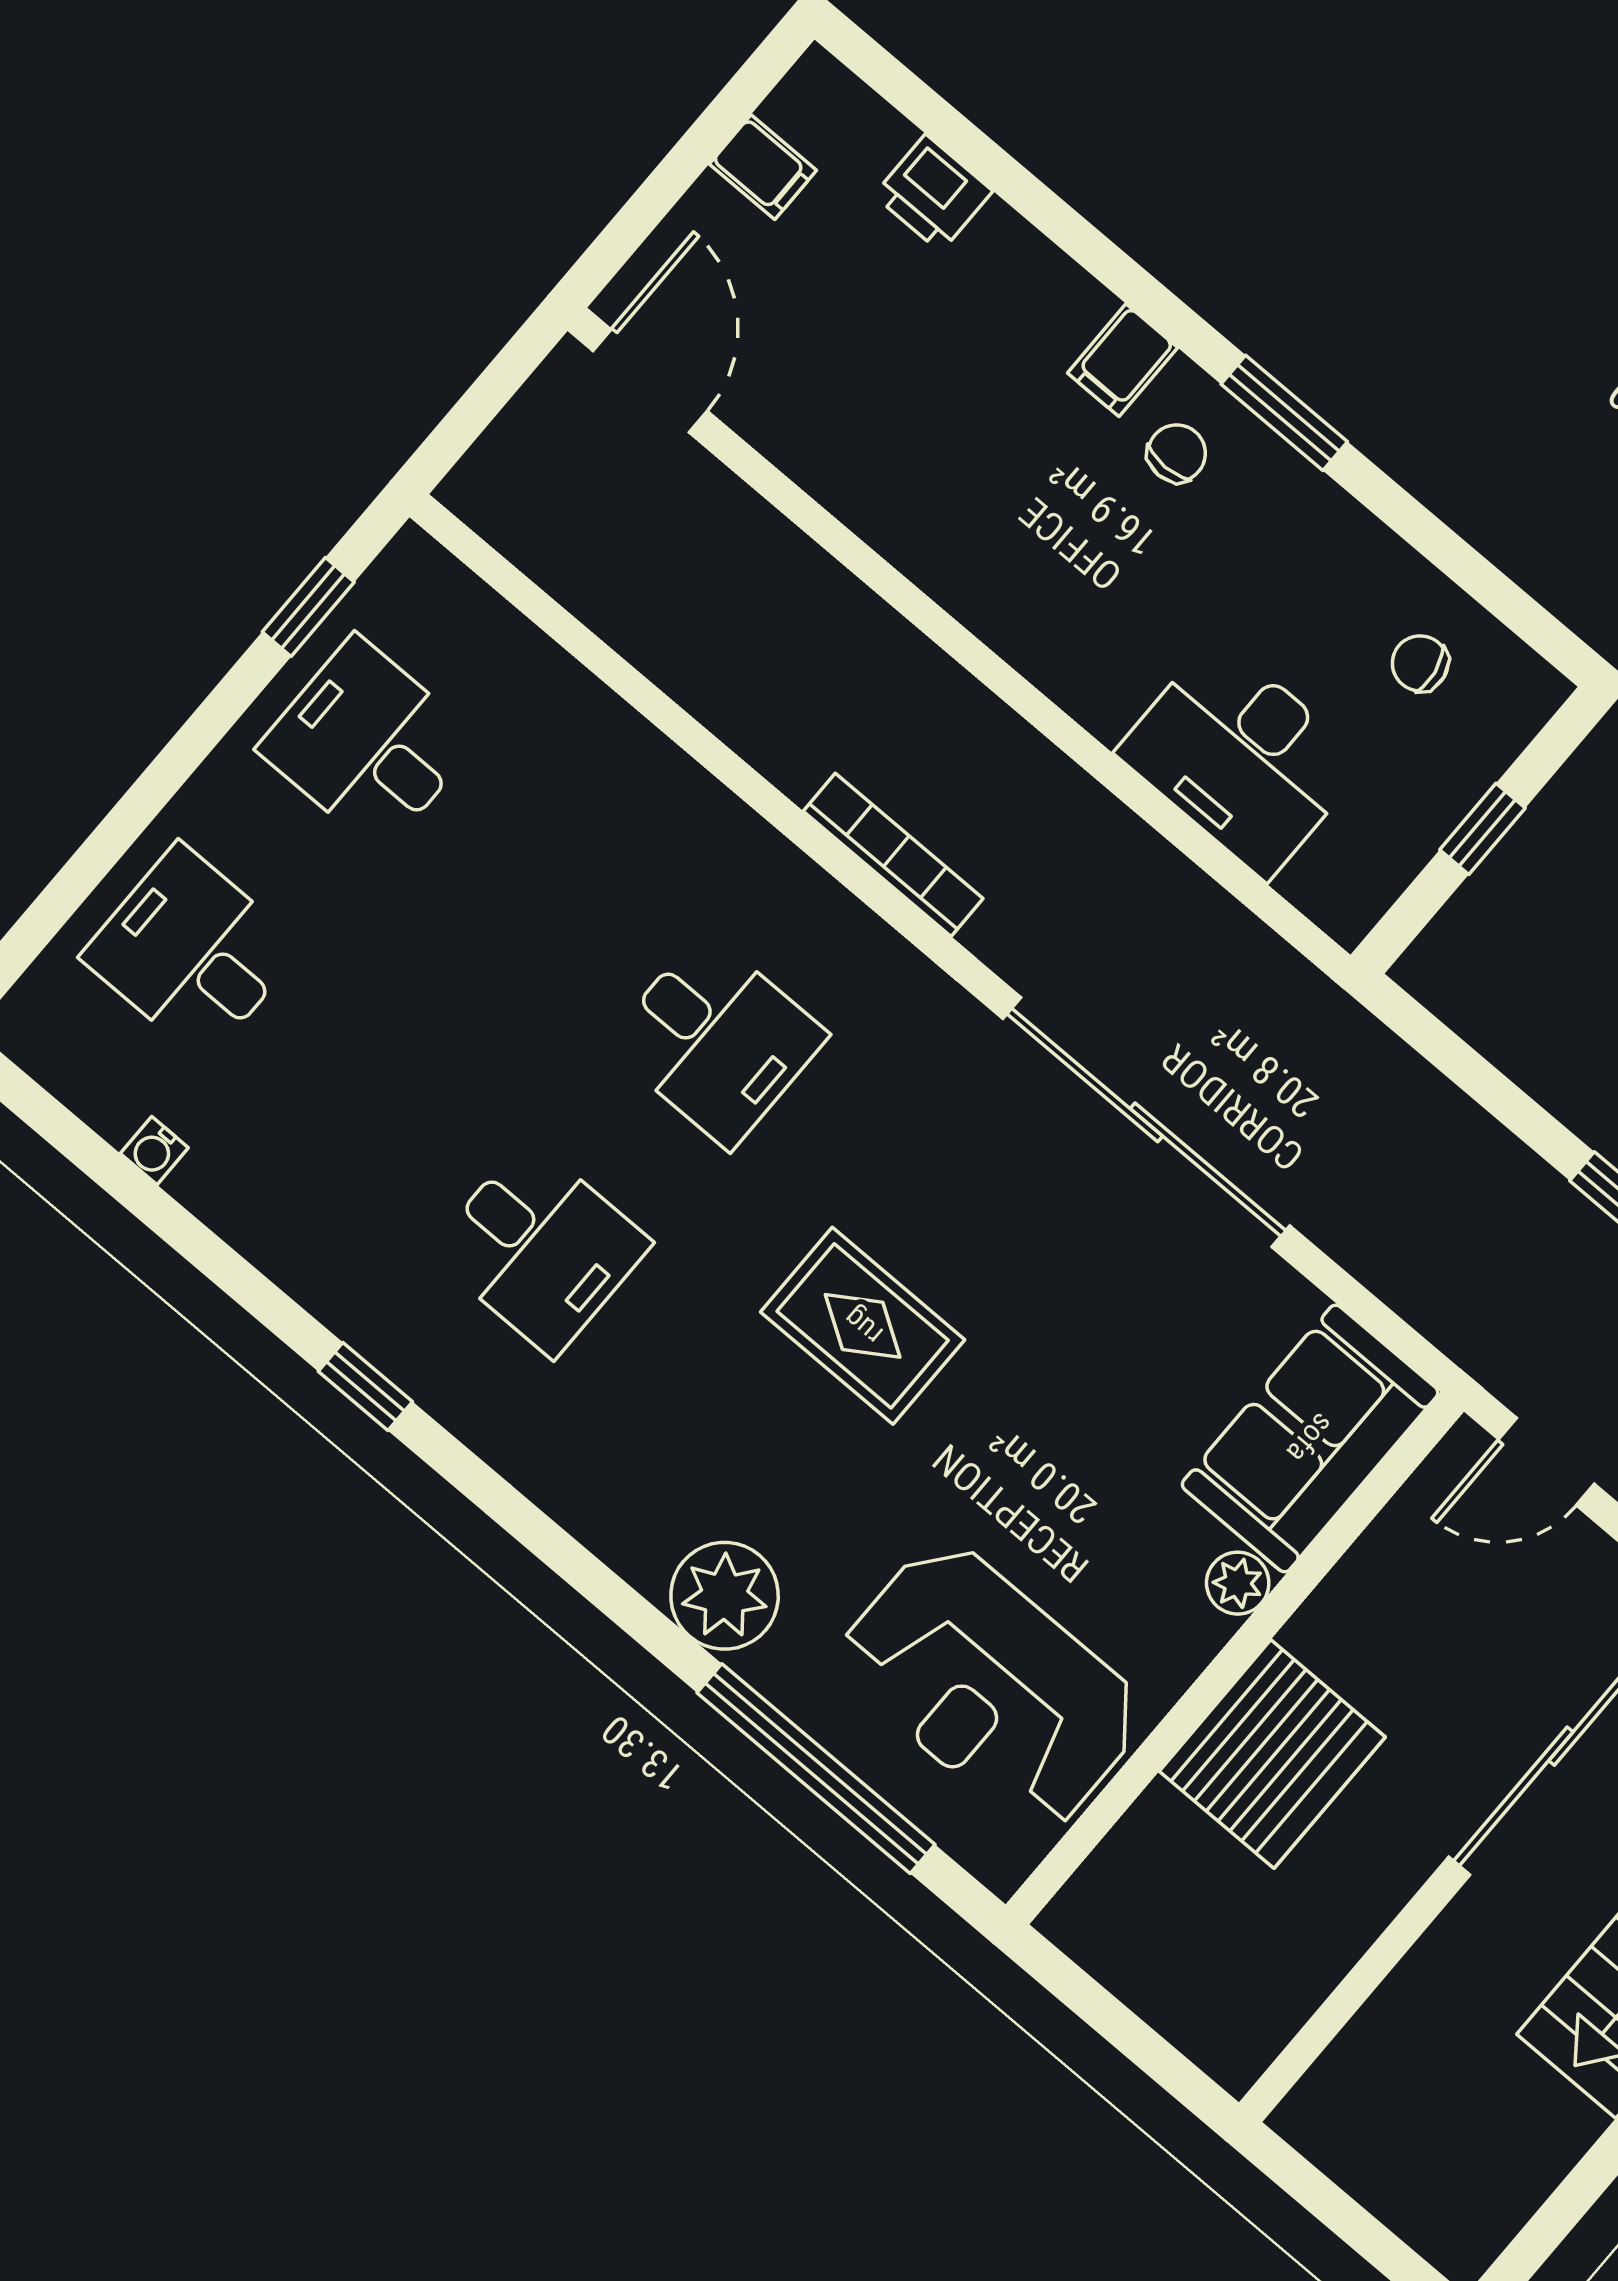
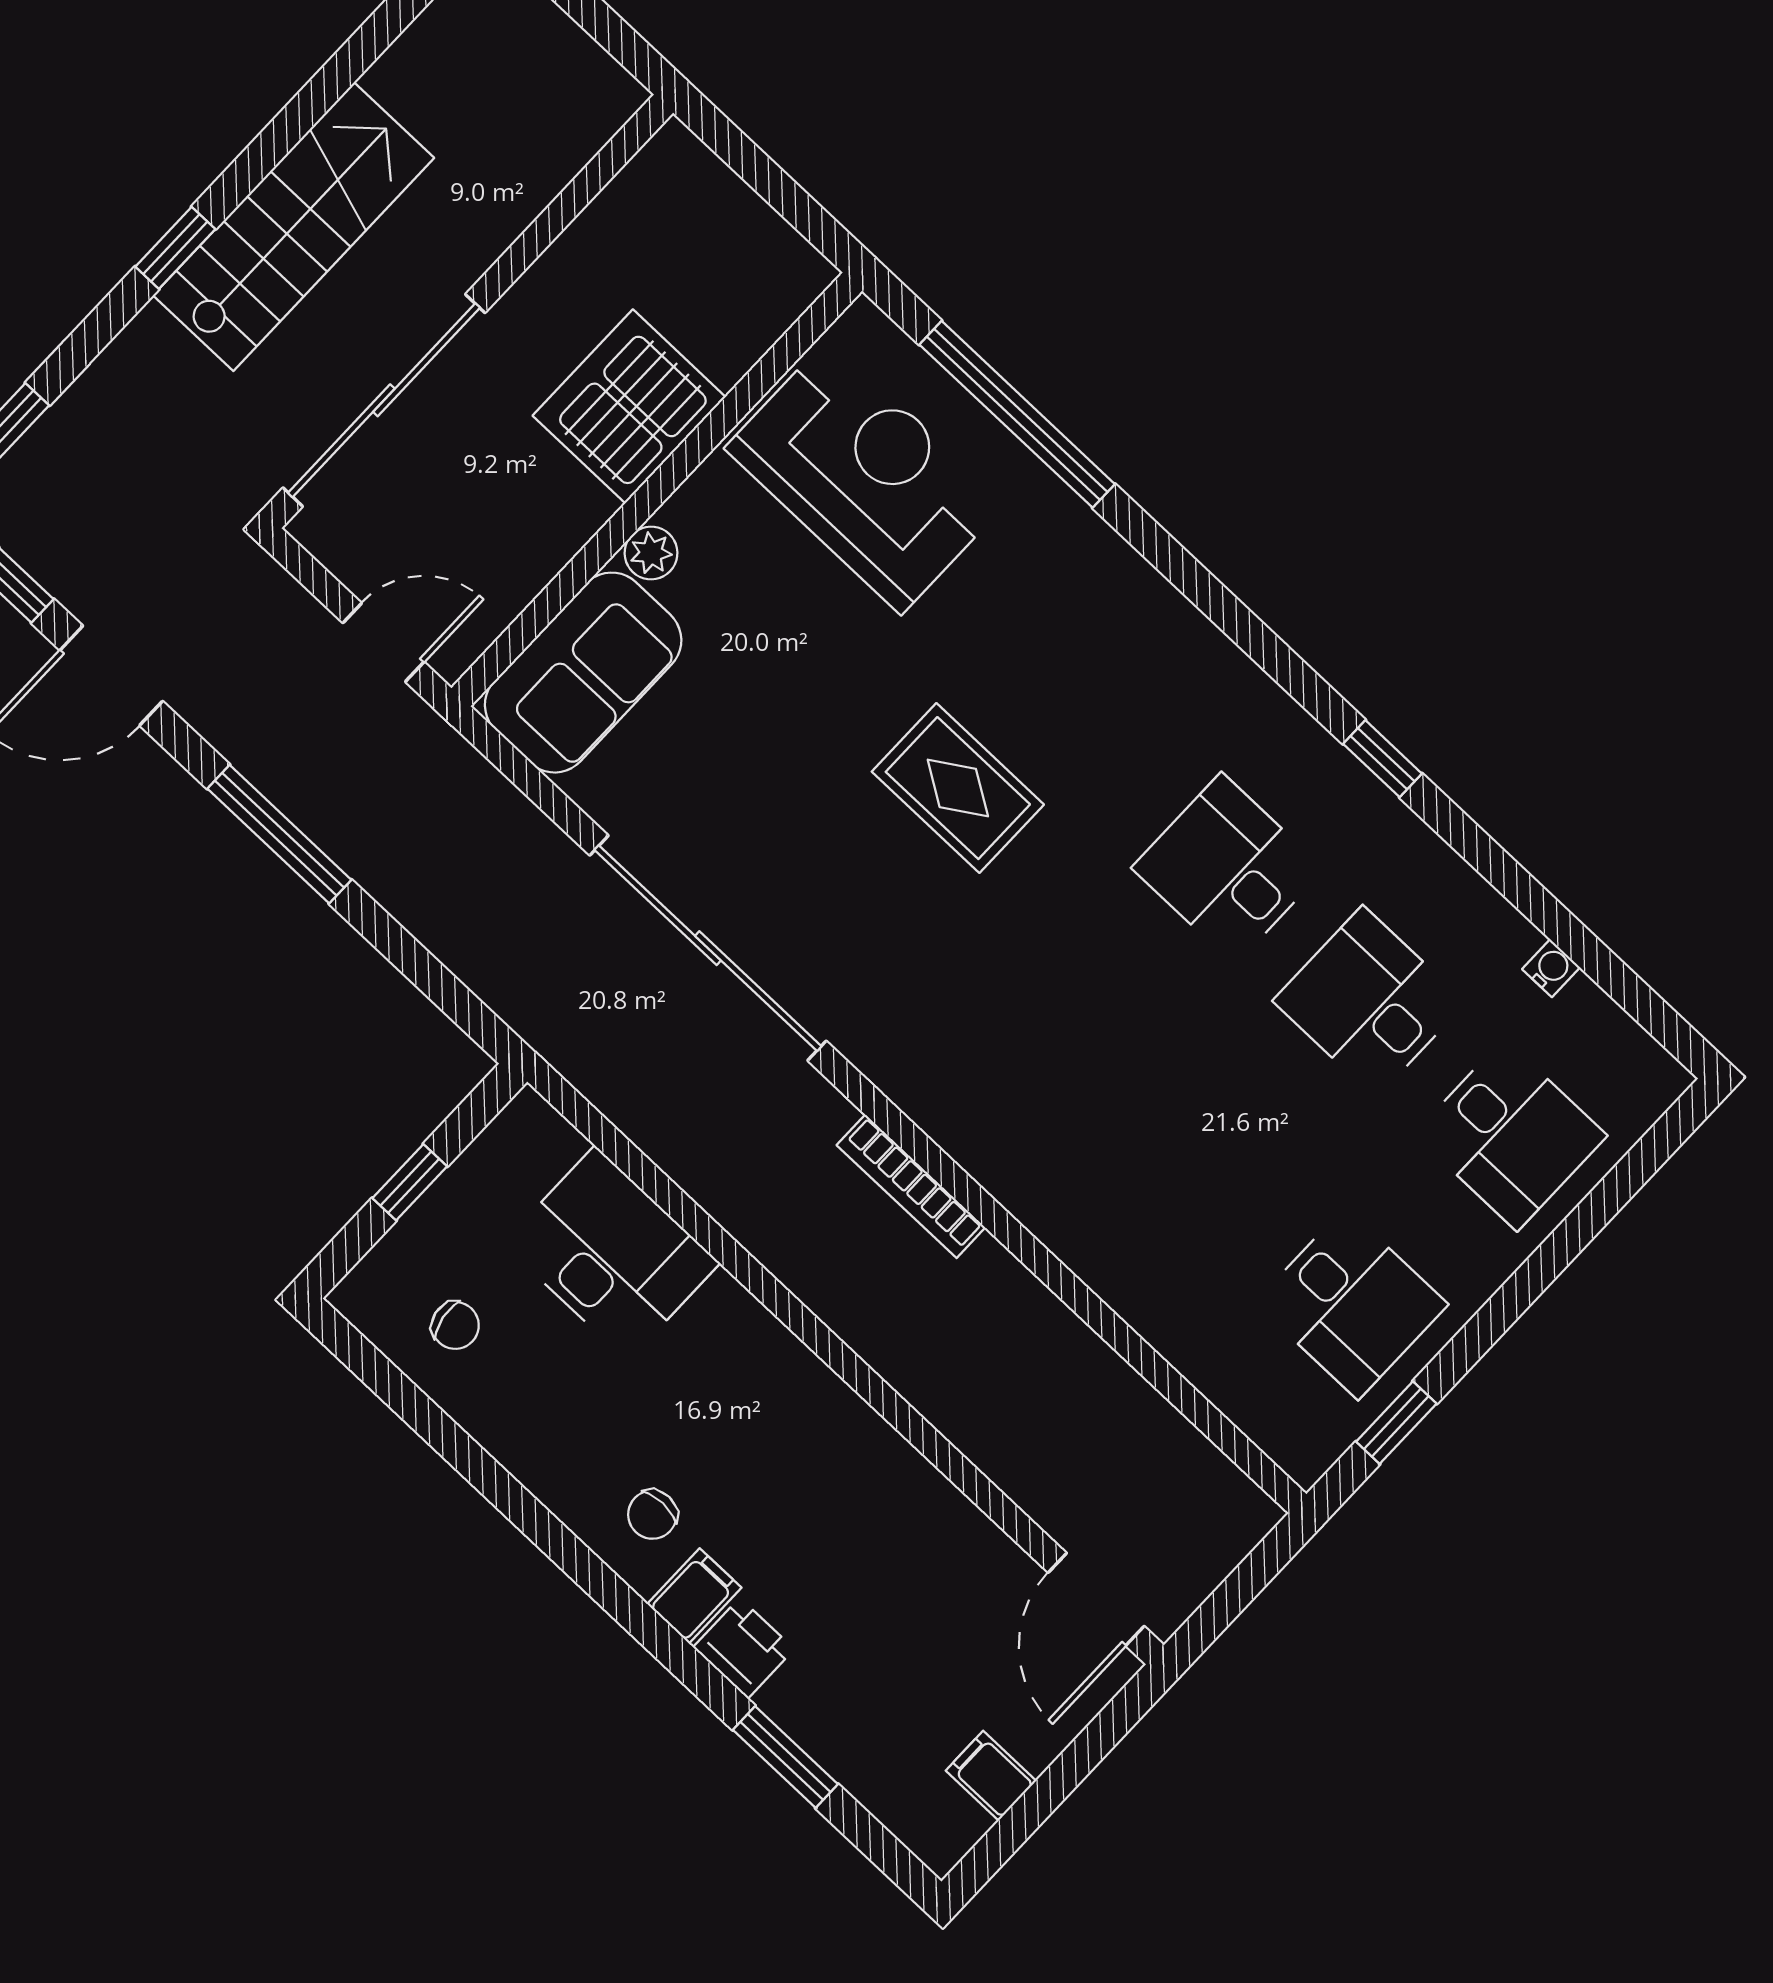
printer: (933, 193) -> (744, 1648), moved
window: (1284, 413) -> (785, 1757), moved
desk: (717, 1040) -> (1369, 1002), moved
plant: (725, 1596) -> (1087, 565), removed

